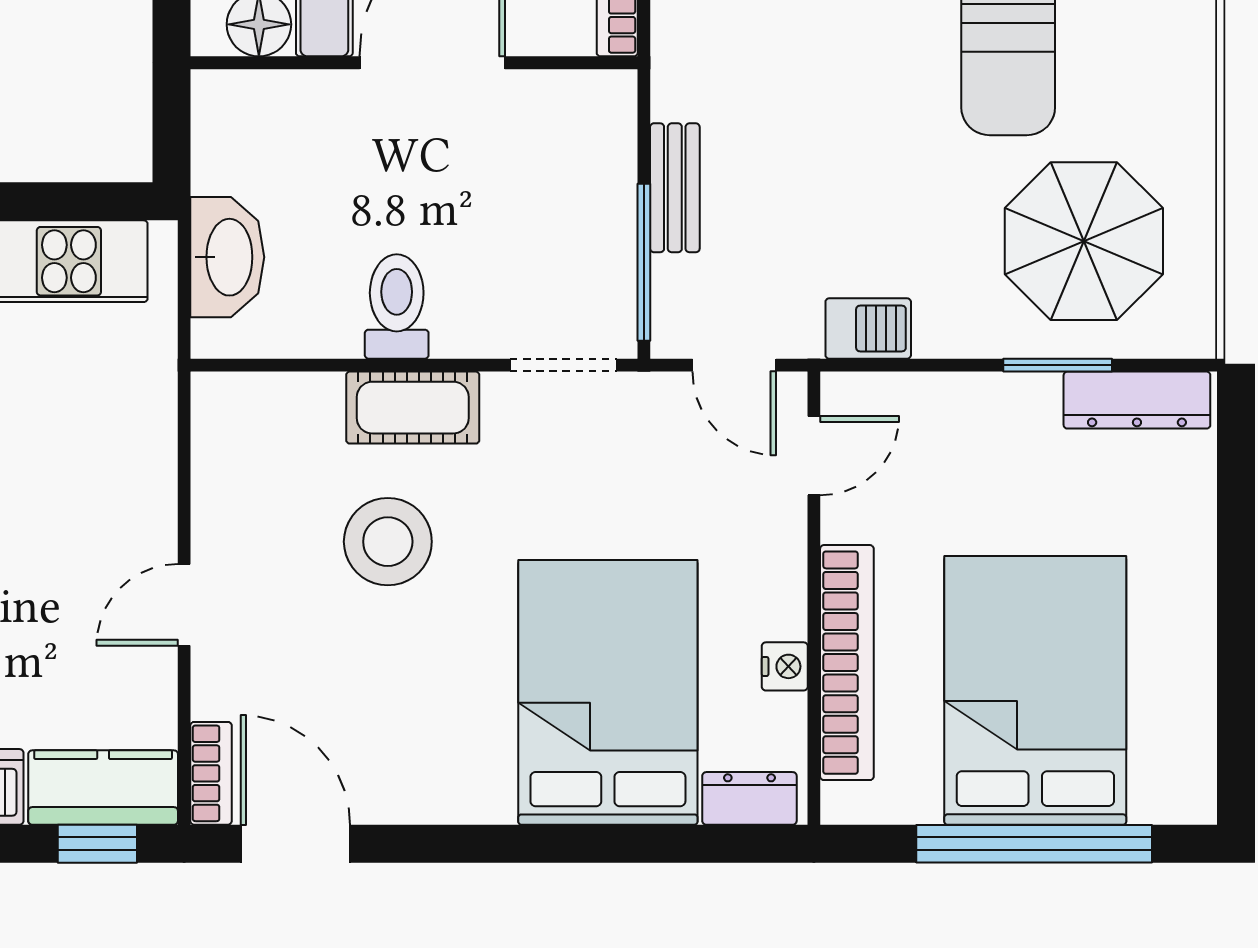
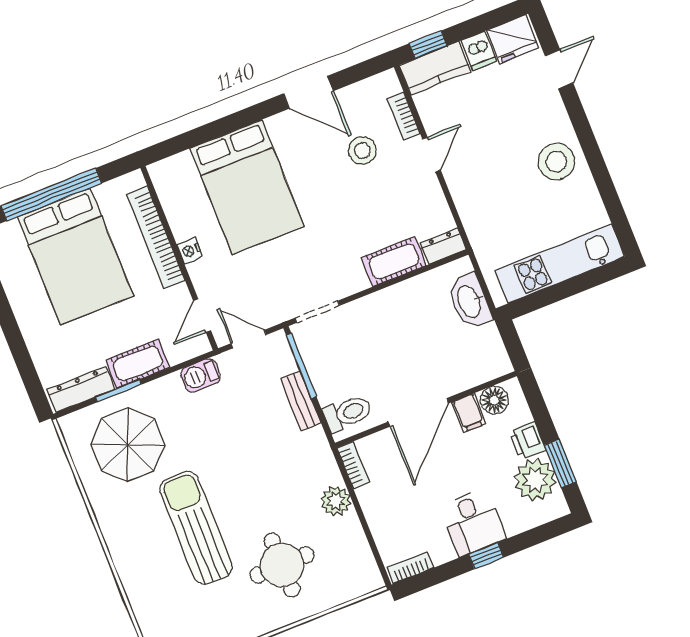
toilet: (397, 306) -> (347, 413), moved, turned -90
cot: (993, 407) -> (138, 364), added
cot: (413, 408) -> (394, 261), moved
stool: (388, 542) -> (362, 150), moved, width x0.73, depth x0.73
nightstand: (785, 666) -> (190, 251), moved
bookcase: (211, 773) -> (404, 116), moved
dresser: (749, 798) -> (443, 246), moved, turned 180
door: (295, 844) -> (308, 92), moved

